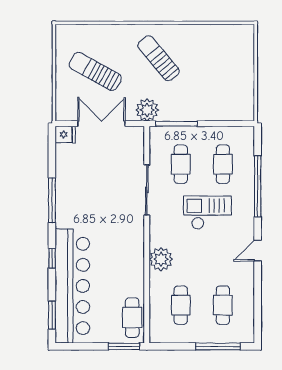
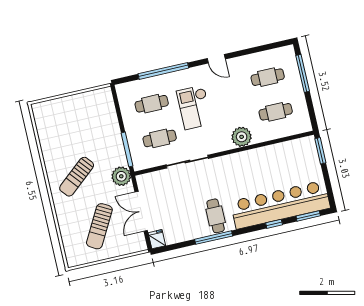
window: (52, 258) -> (274, 224), moved
cafe table: (132, 318) -> (216, 216), moved, turned 90

